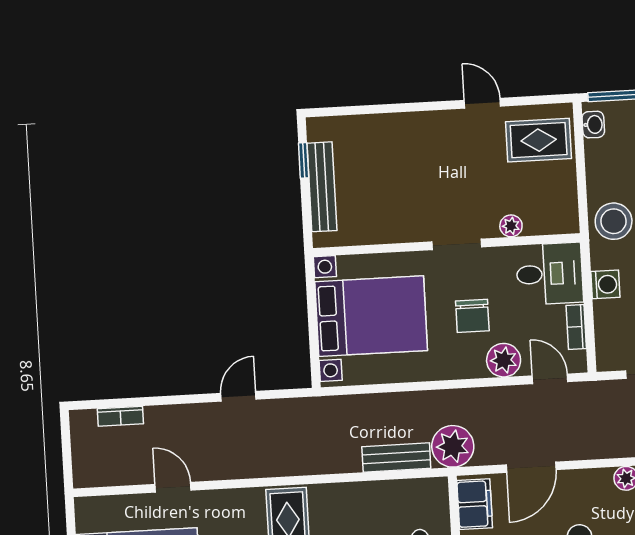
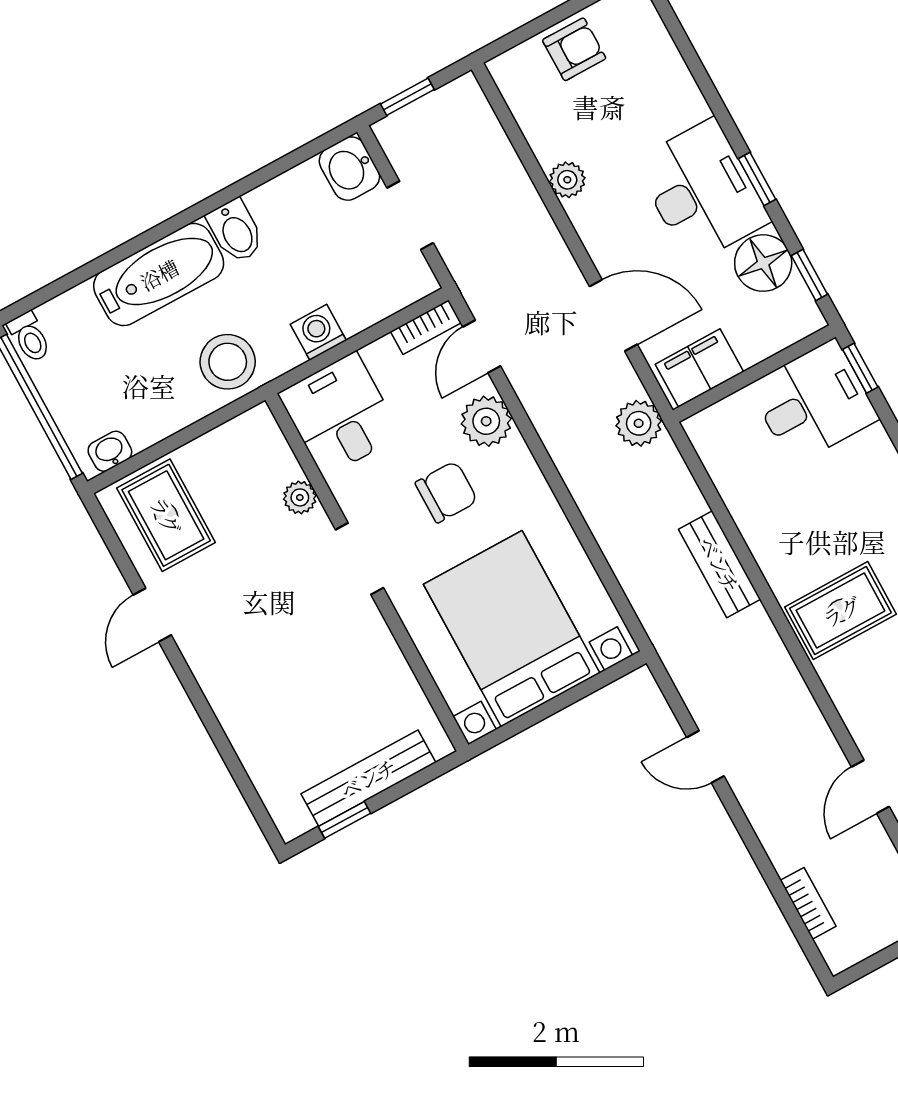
bookcase: (576, 327) -> (426, 327), moved
plant: (453, 446) -> (639, 423), width x0.73, depth x0.73
bench: (396, 458) -> (720, 564), moved

